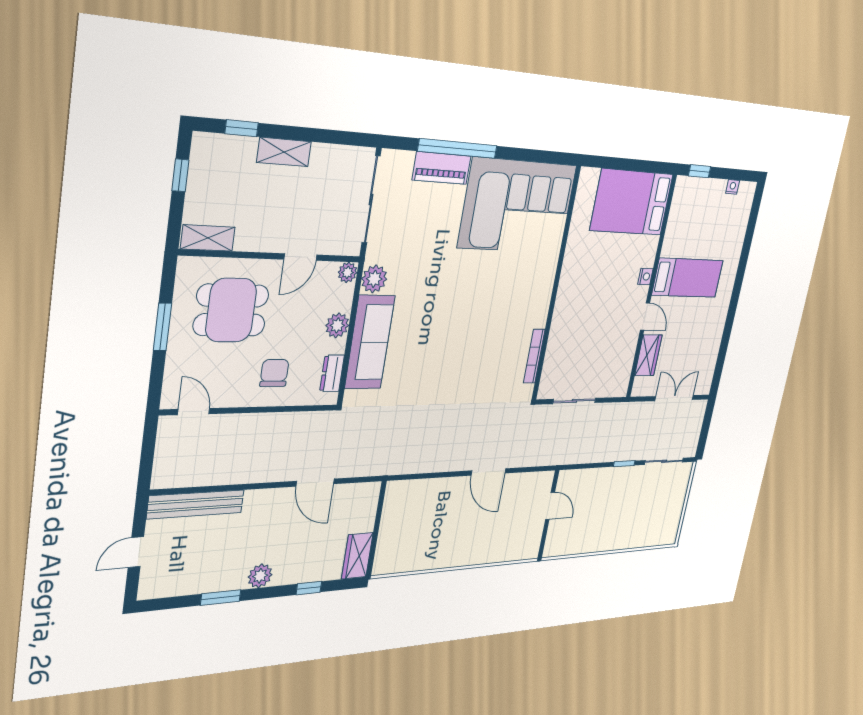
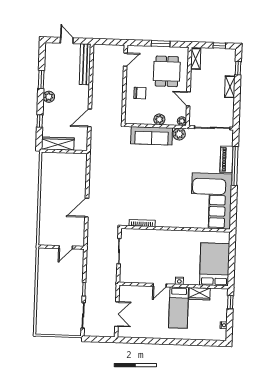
wardrobe: (648, 355) -> (200, 294), moved
dresser: (332, 373) -> (139, 120), removed
wardrobe: (357, 556) -> (58, 144), width x1.50

